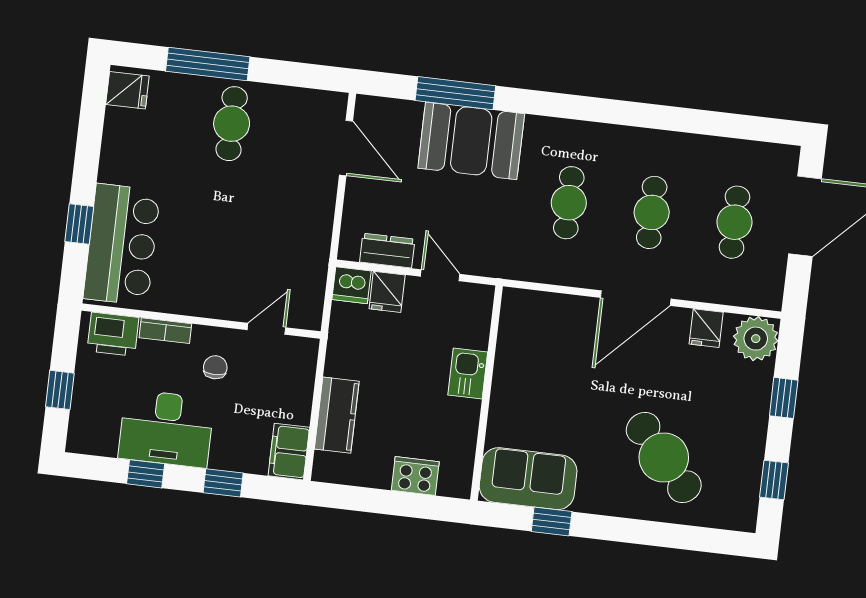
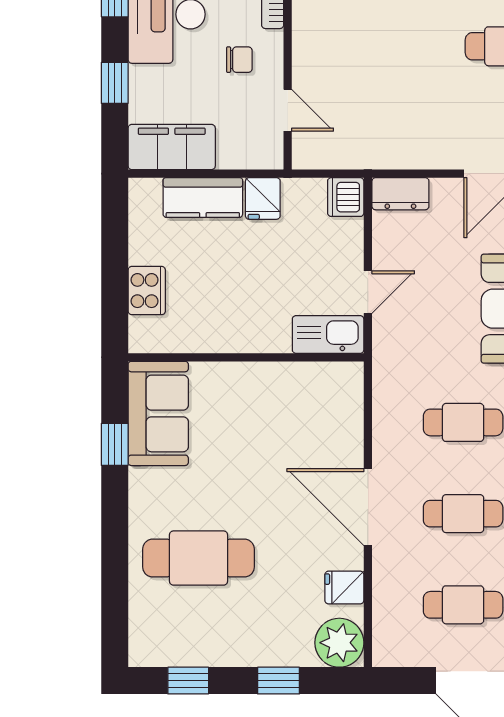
dresser: (387, 251) -> (400, 194), moved, turned 90
fridge: (387, 292) -> (263, 198), moved, turned -90
kitchen sink: (468, 374) -> (328, 334), moved, width x1.38
filing cabinet: (289, 452) -> (172, 147), width x1.50, depth x1.17
cafe table: (664, 458) -> (199, 558), turned 42

